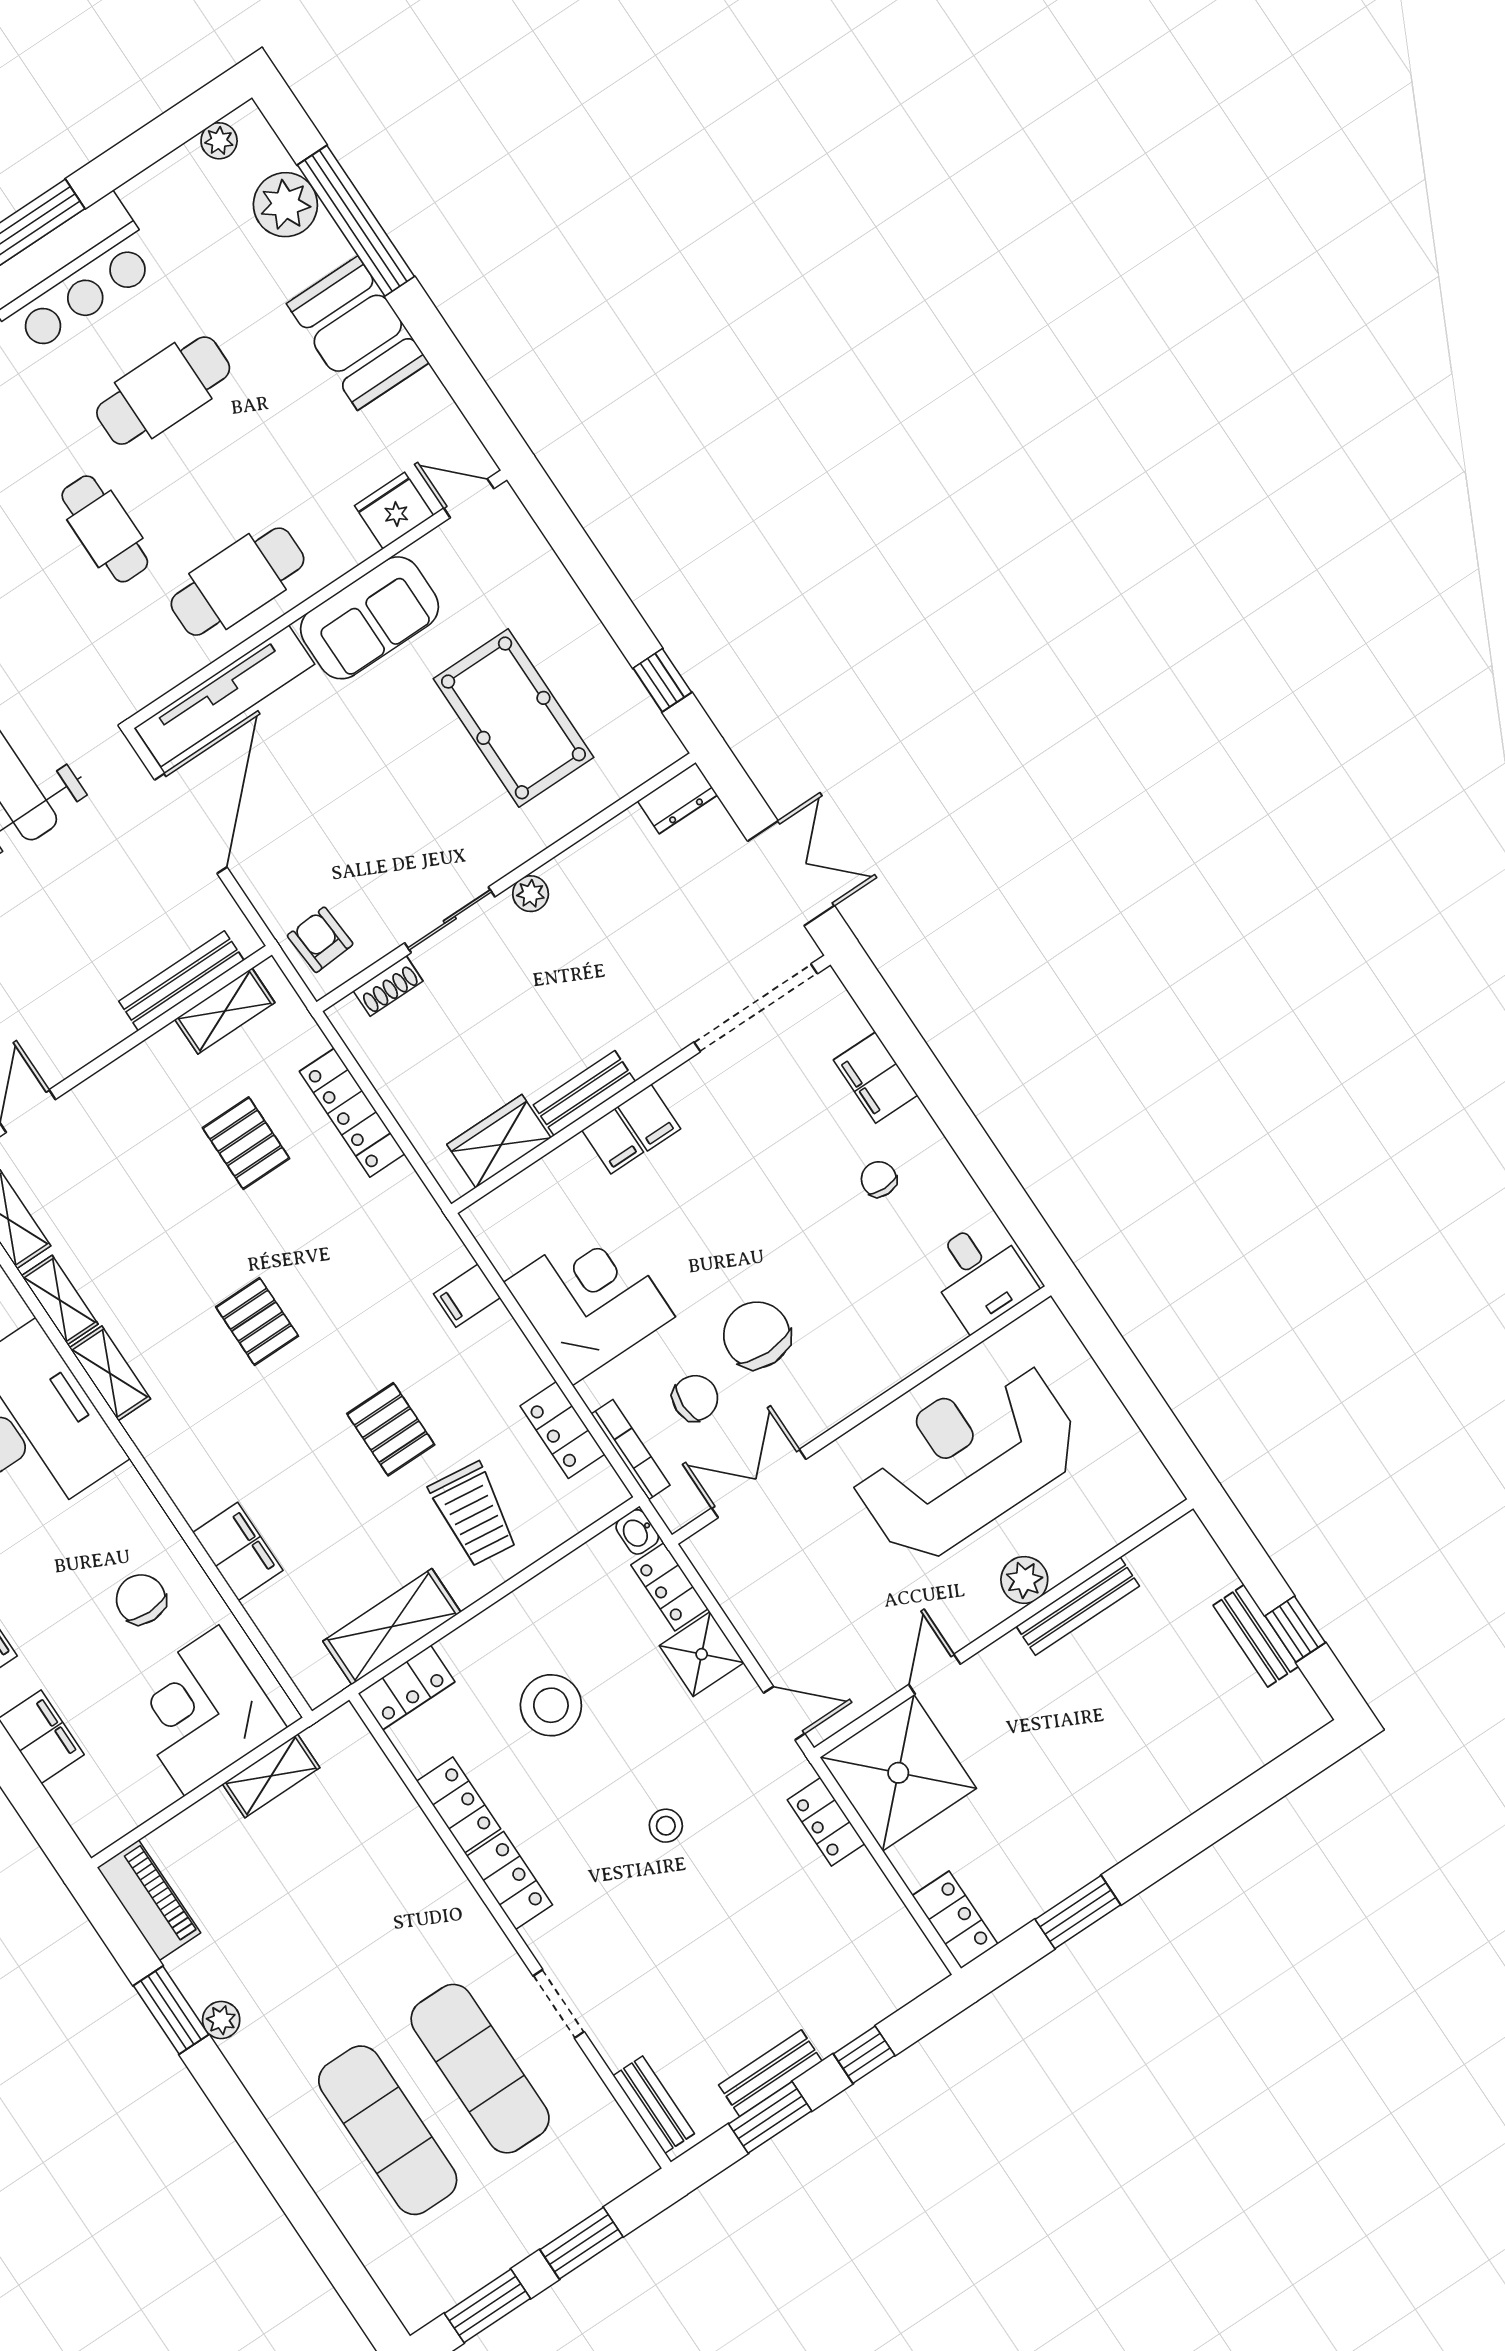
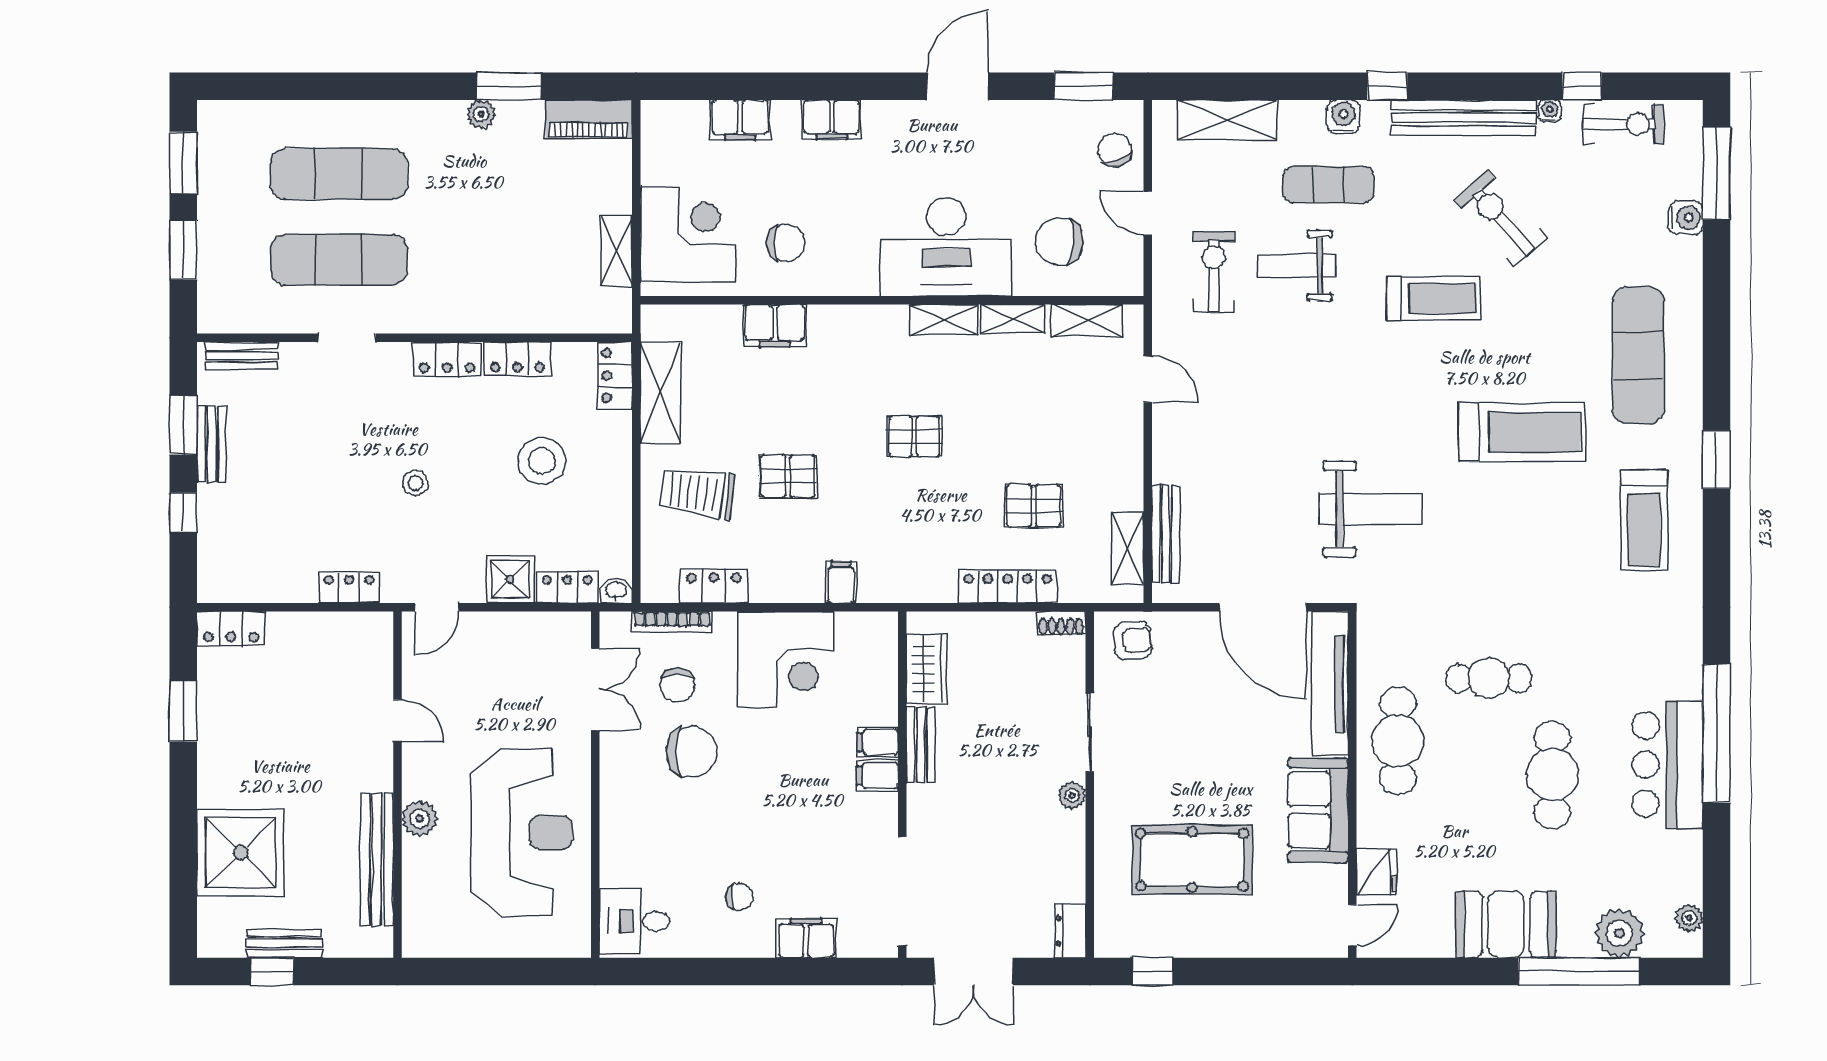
shoe rack: (388, 986) -> (1061, 623), moved, turned -90
bench: (1078, 1606) -> (377, 859), width x1.37, depth x1.21
shower: (898, 1773) -> (241, 853), moved

